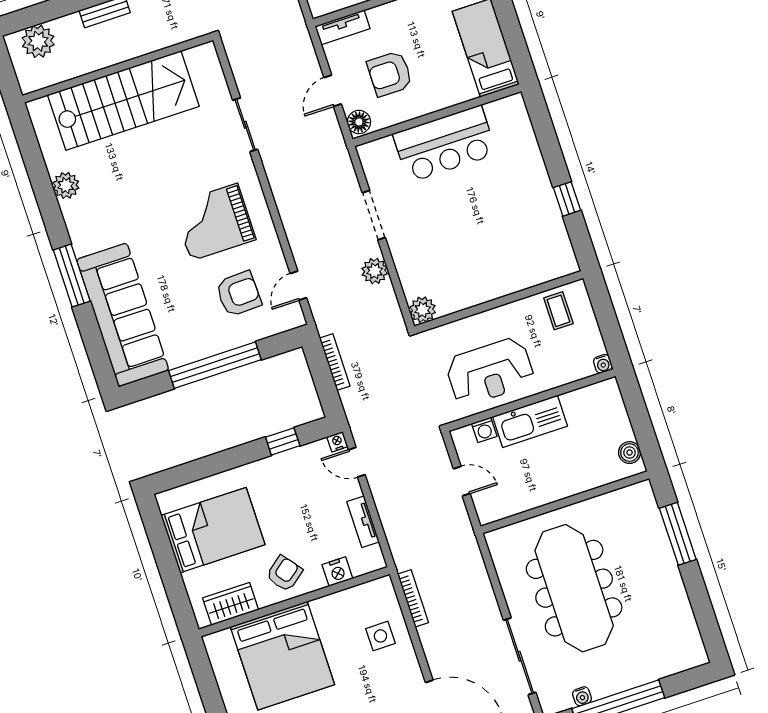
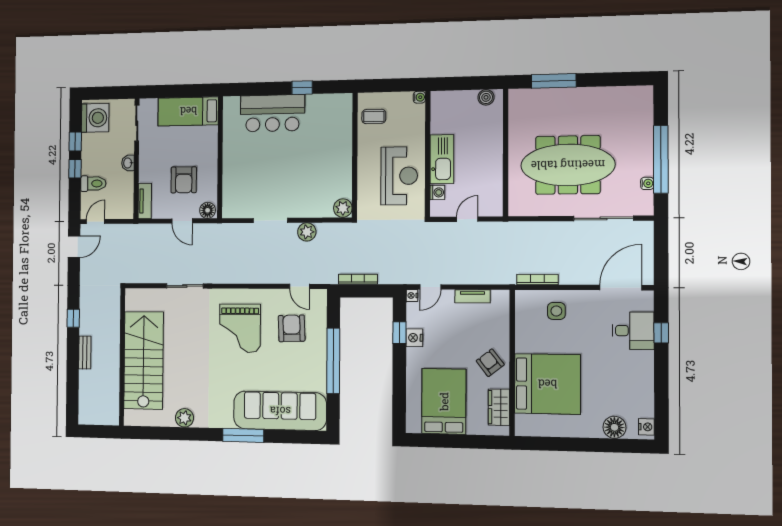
plant: (38, 41) -> (89, 402), removed
bar counter: (445, 144) -> (272, 113), moved, turned 90
nightstand: (337, 572) -> (414, 338), moved, turned 180

